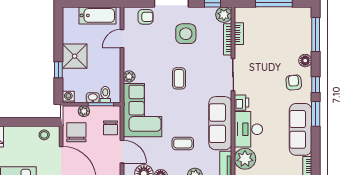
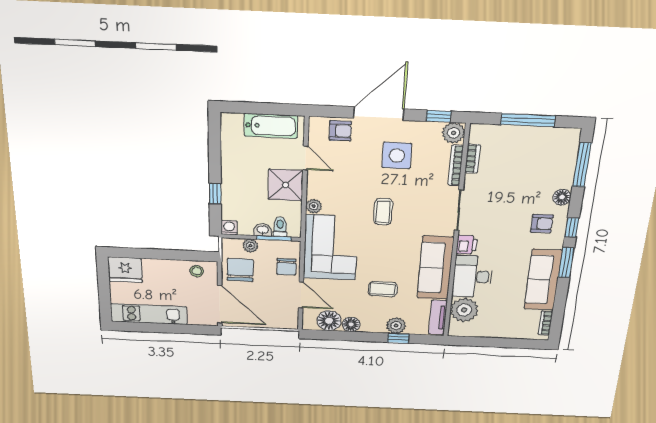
door: (122, 39) -> (305, 158), swing flipped
shower: (75, 56) -> (285, 185), moved
armchair: (294, 82) -> (542, 224), turned 95

